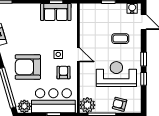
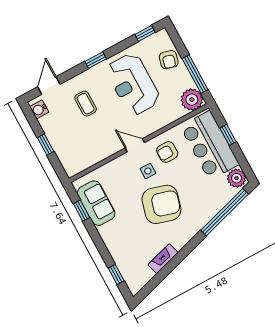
door: (78, 55) -> (135, 145), hinge flipped
armchair: (28, 67) -> (161, 204), moved, turned -74
window: (144, 79) -> (145, 33), moved

